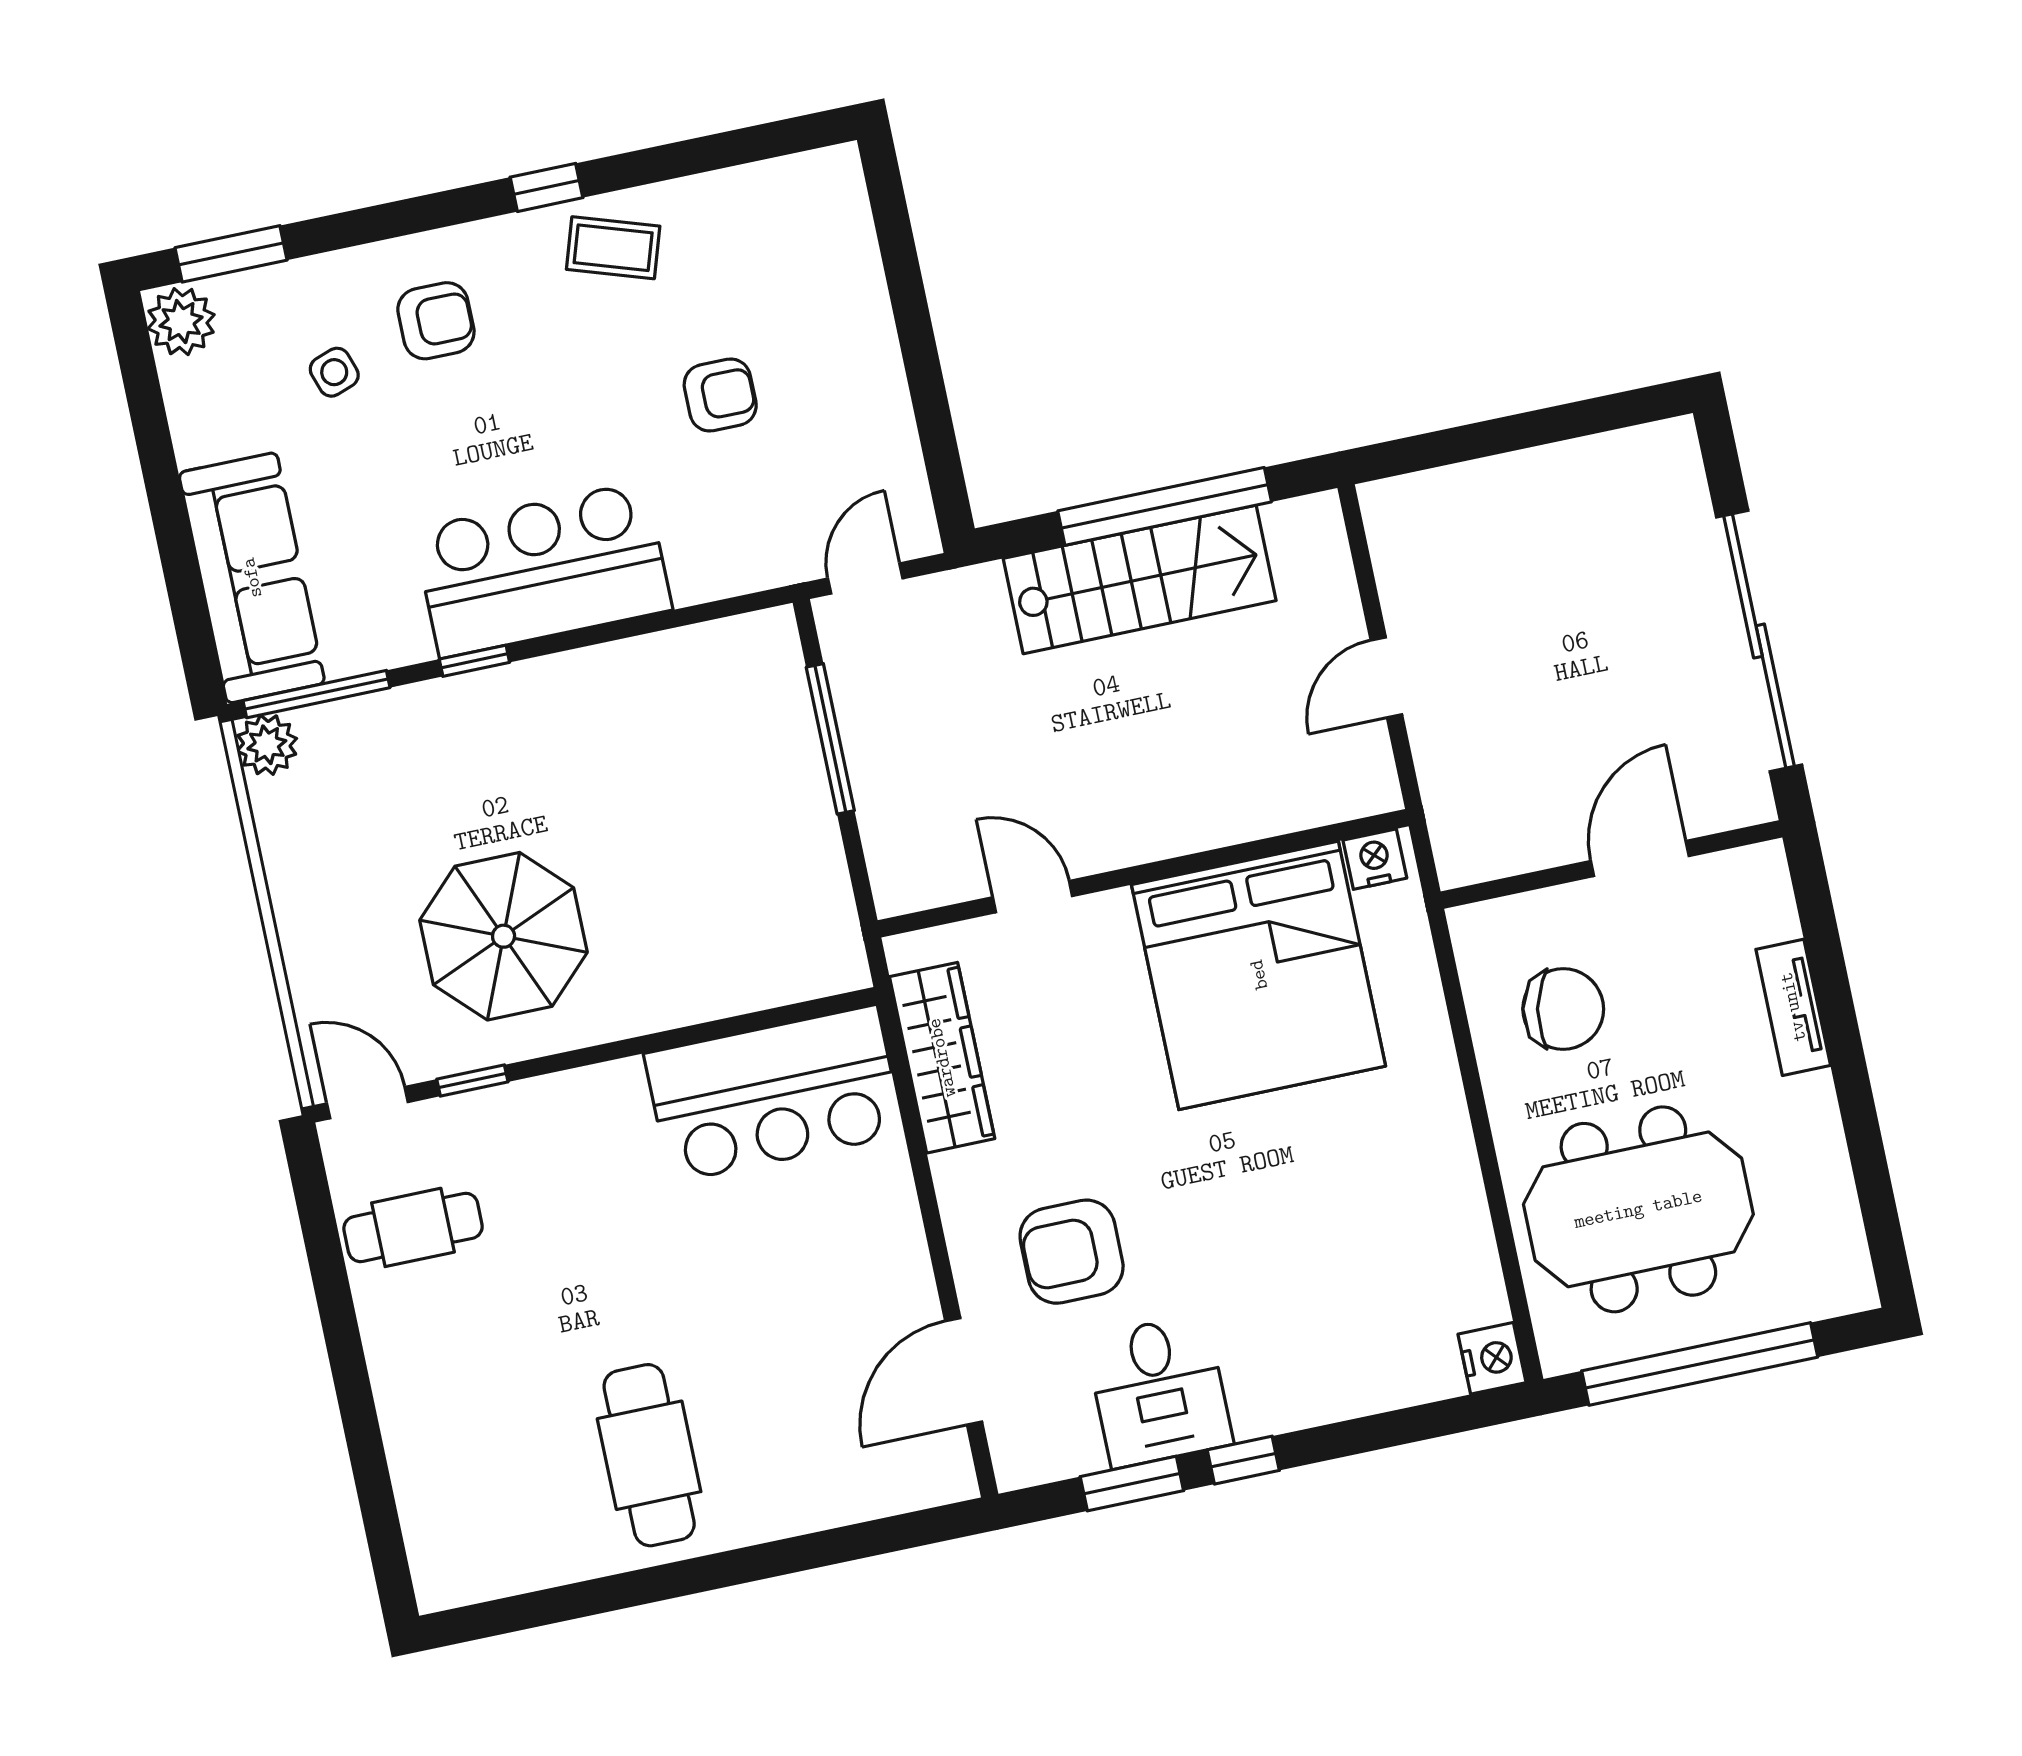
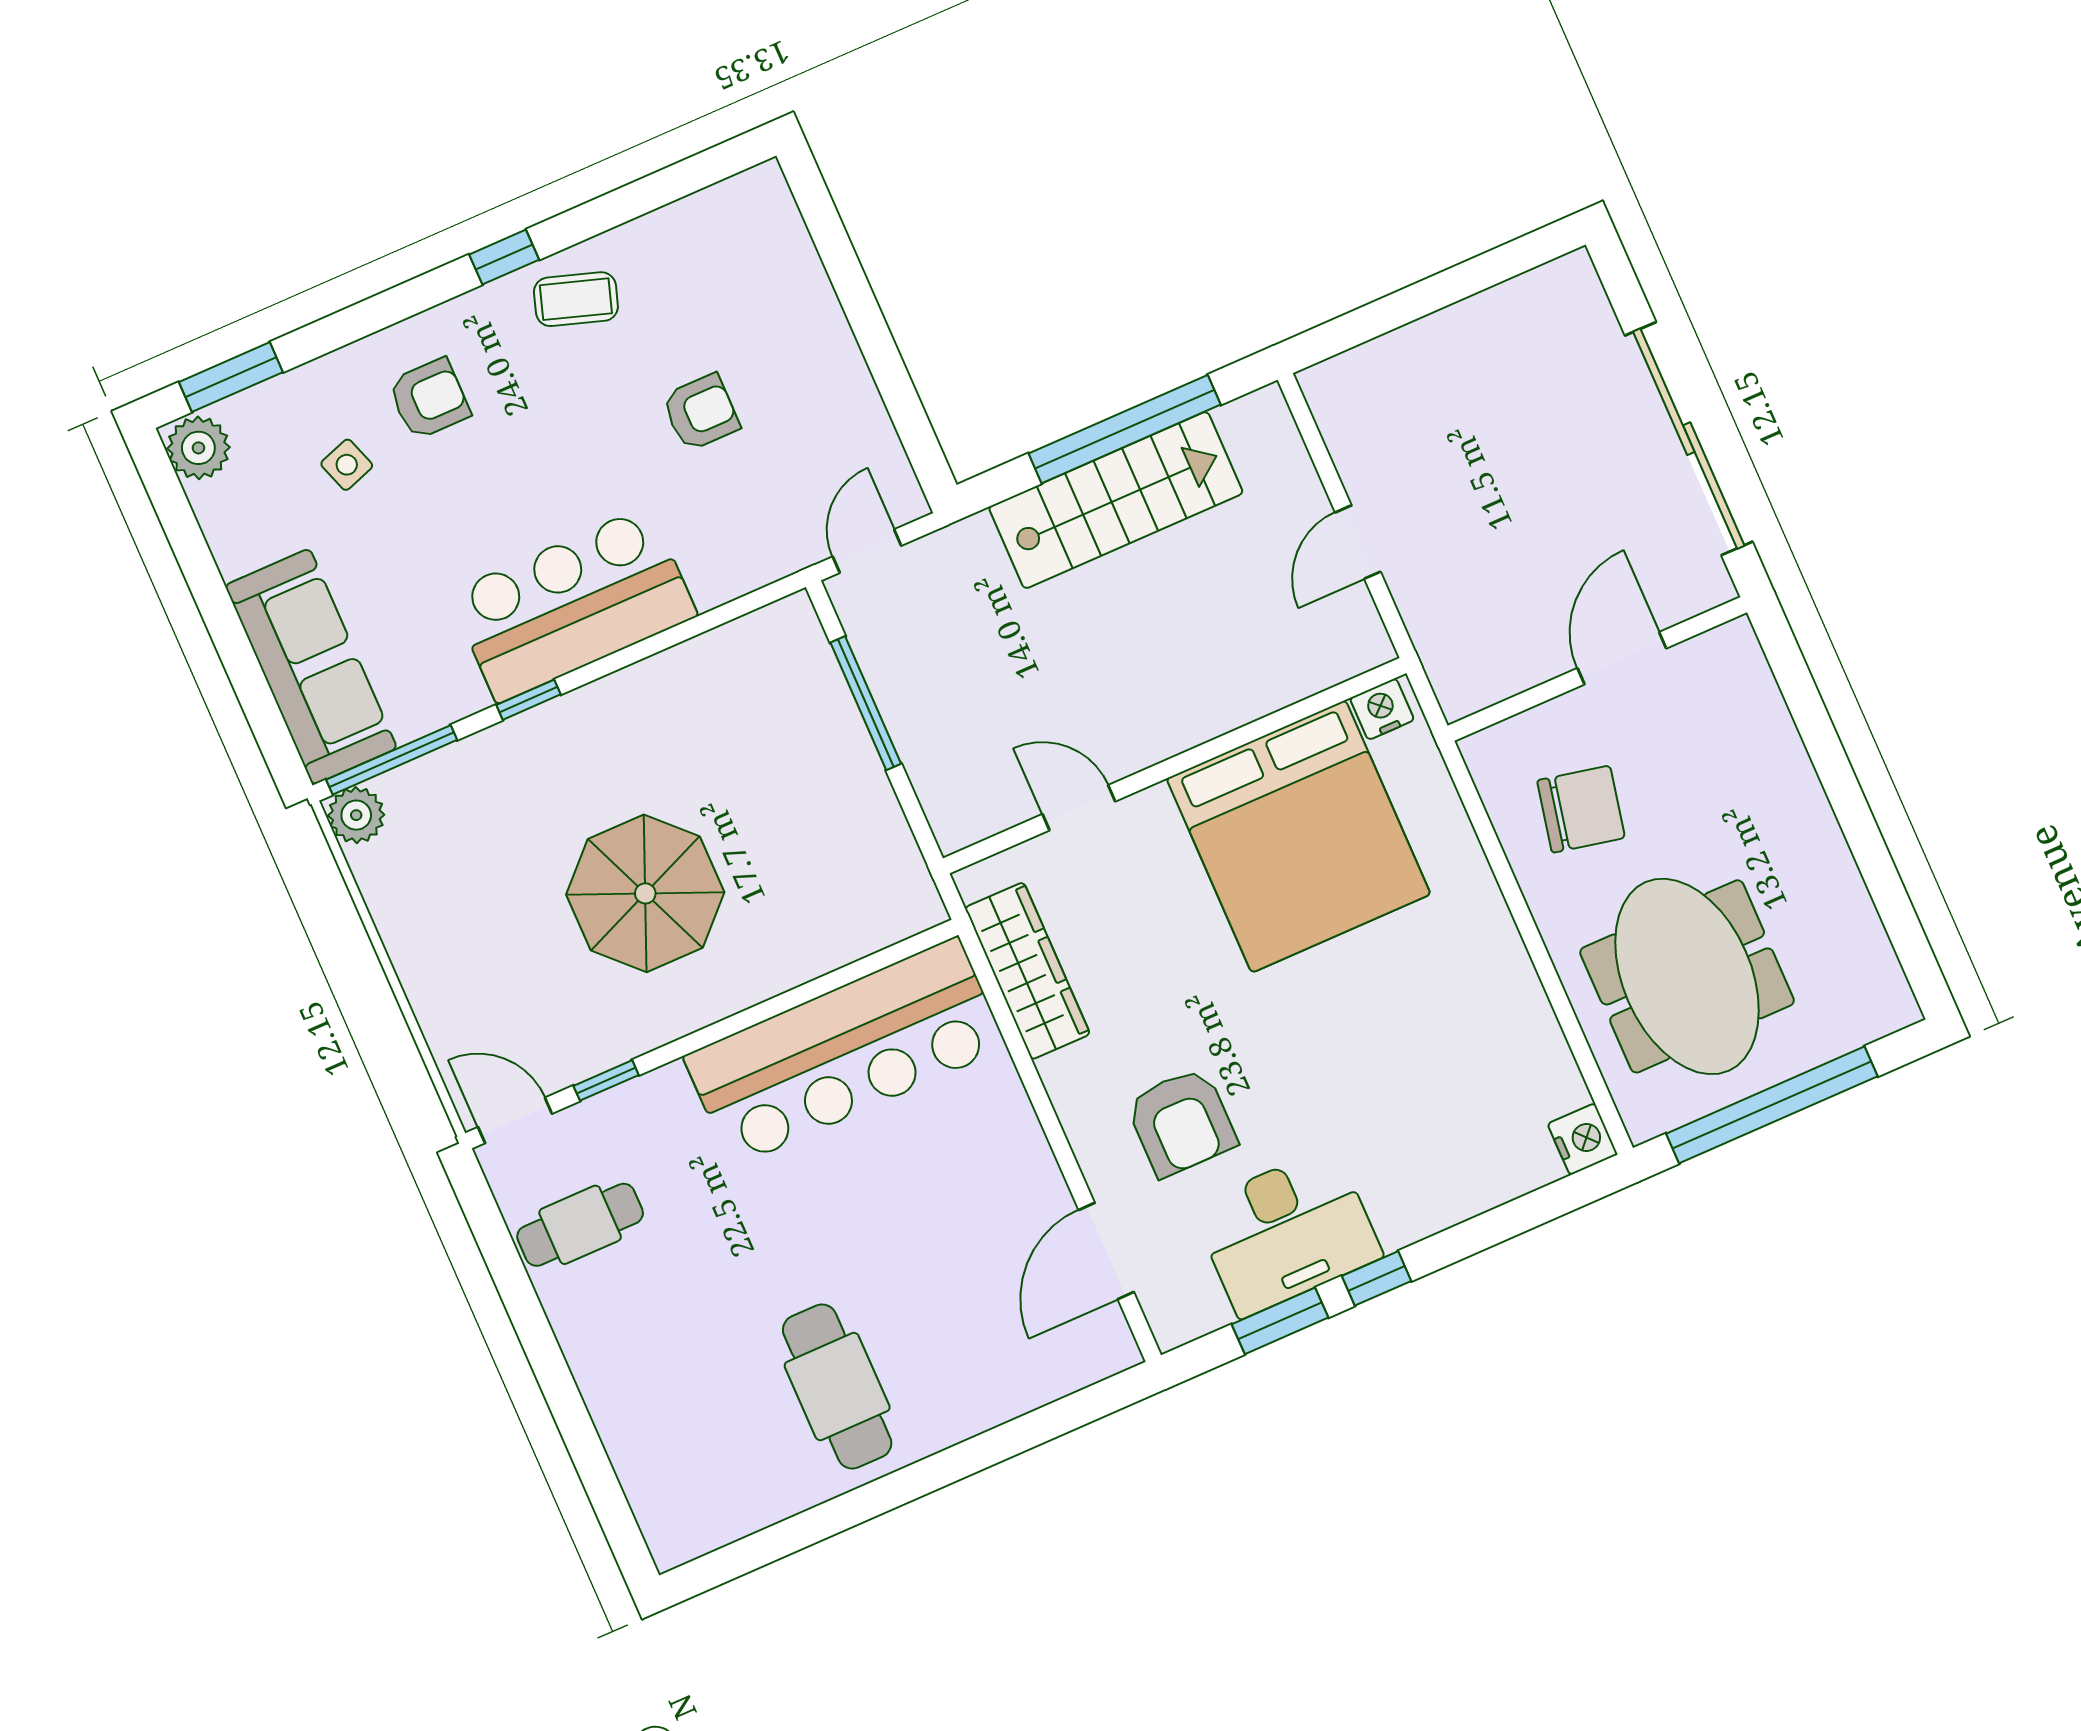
parasol: (504, 936) -> (645, 893), moved
tv unit: (1793, 1007) -> (1789, 764), removed
bar counter: (774, 1094) -> (845, 1052), width x1.36
meeting table: (1638, 1209) -> (1687, 976), turned 90
armchair: (1072, 1252) -> (1181, 1122), turned -90
desk: (1159, 1391) -> (1287, 1232), width x1.37

